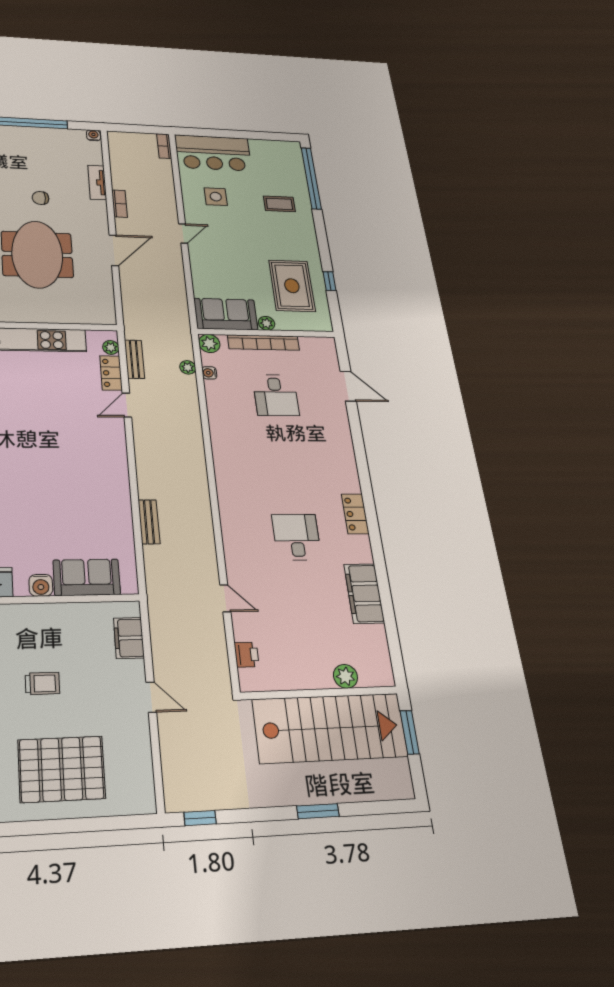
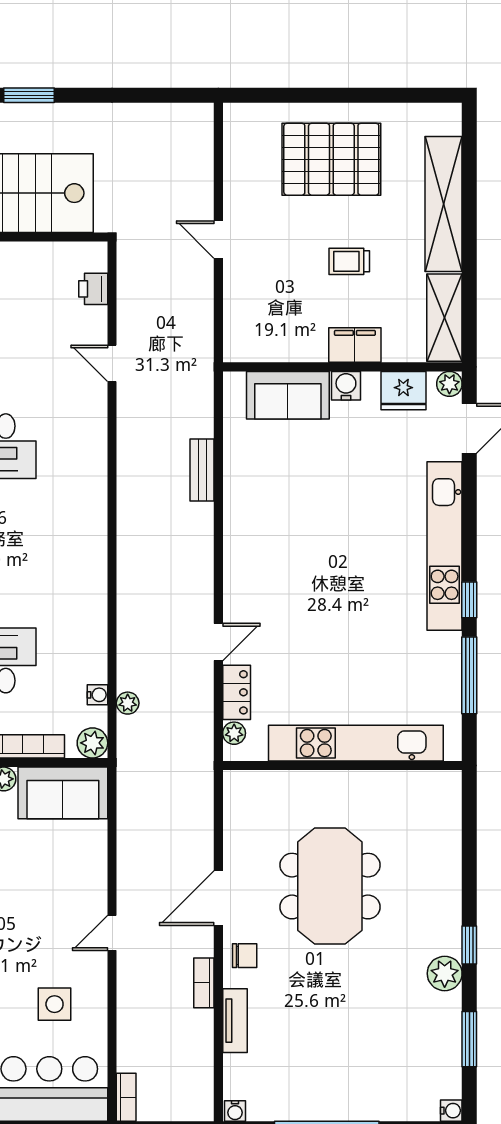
chair: (40, 198) -> (245, 956), moved
bench: (135, 359) -> (202, 715), removed
filing cabinet: (129, 638) -> (355, 345), moved, turned -90
window: (200, 818) -> (173, 95), removed

